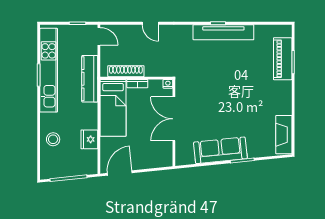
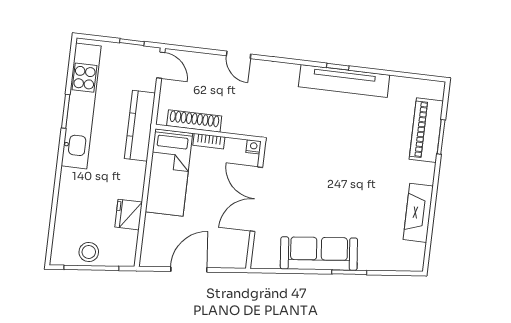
fireplace: (284, 135) -> (418, 213), moved
stool: (53, 139) -> (89, 252), moved
door: (120, 173) -> (189, 270), moved

